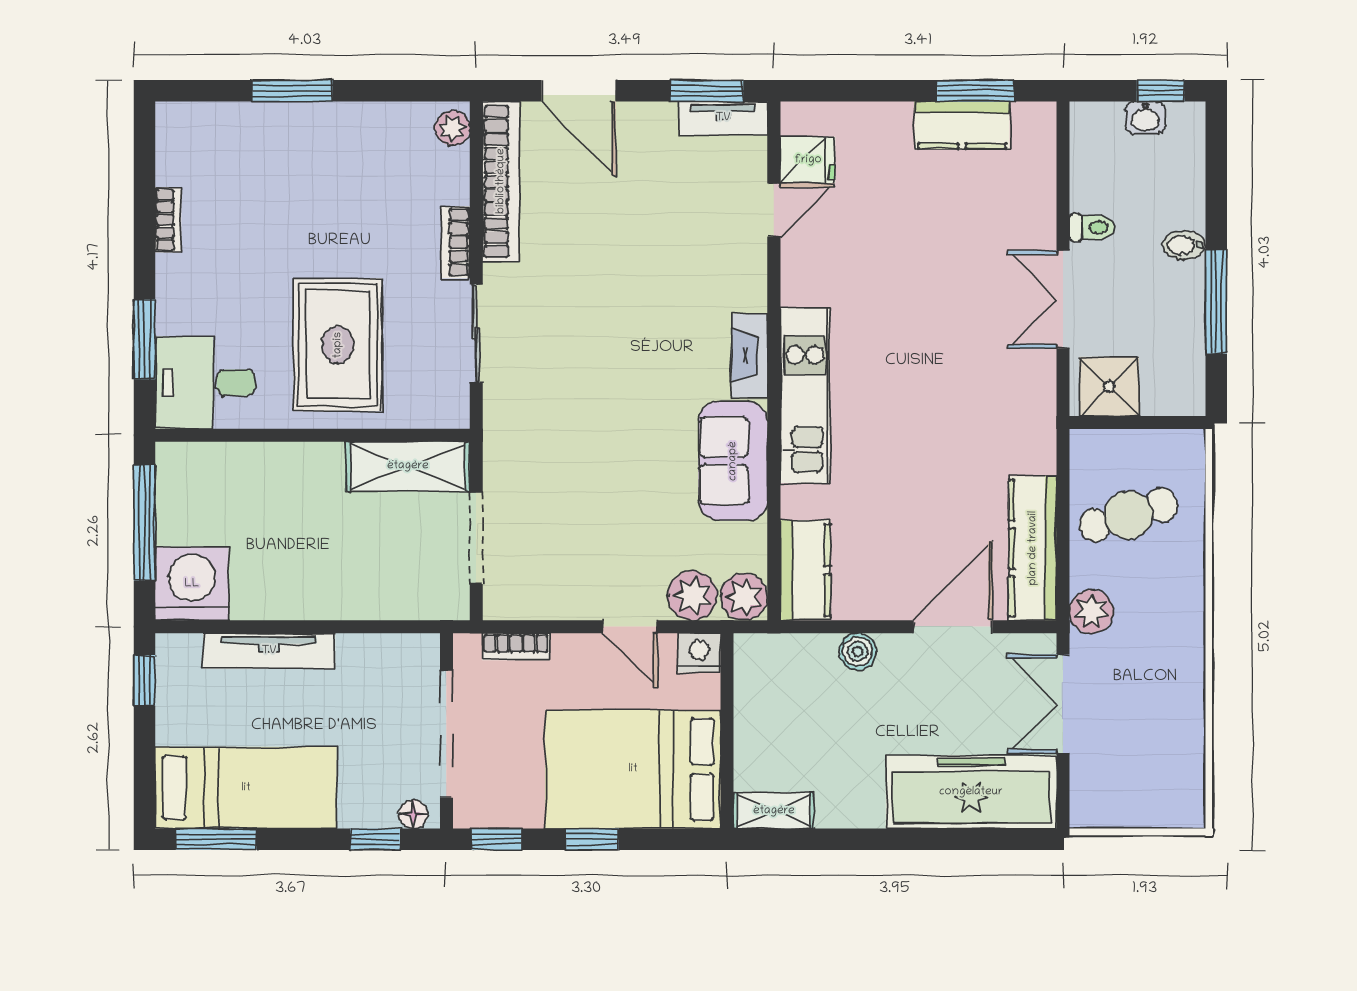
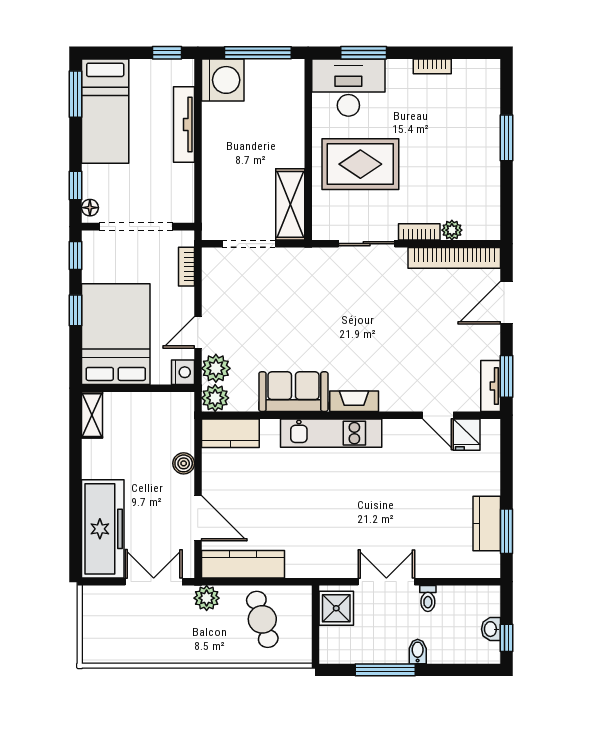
plant: (452, 128) -> (452, 230), moved
desk: (205, 383) -> (348, 88), width x1.37

